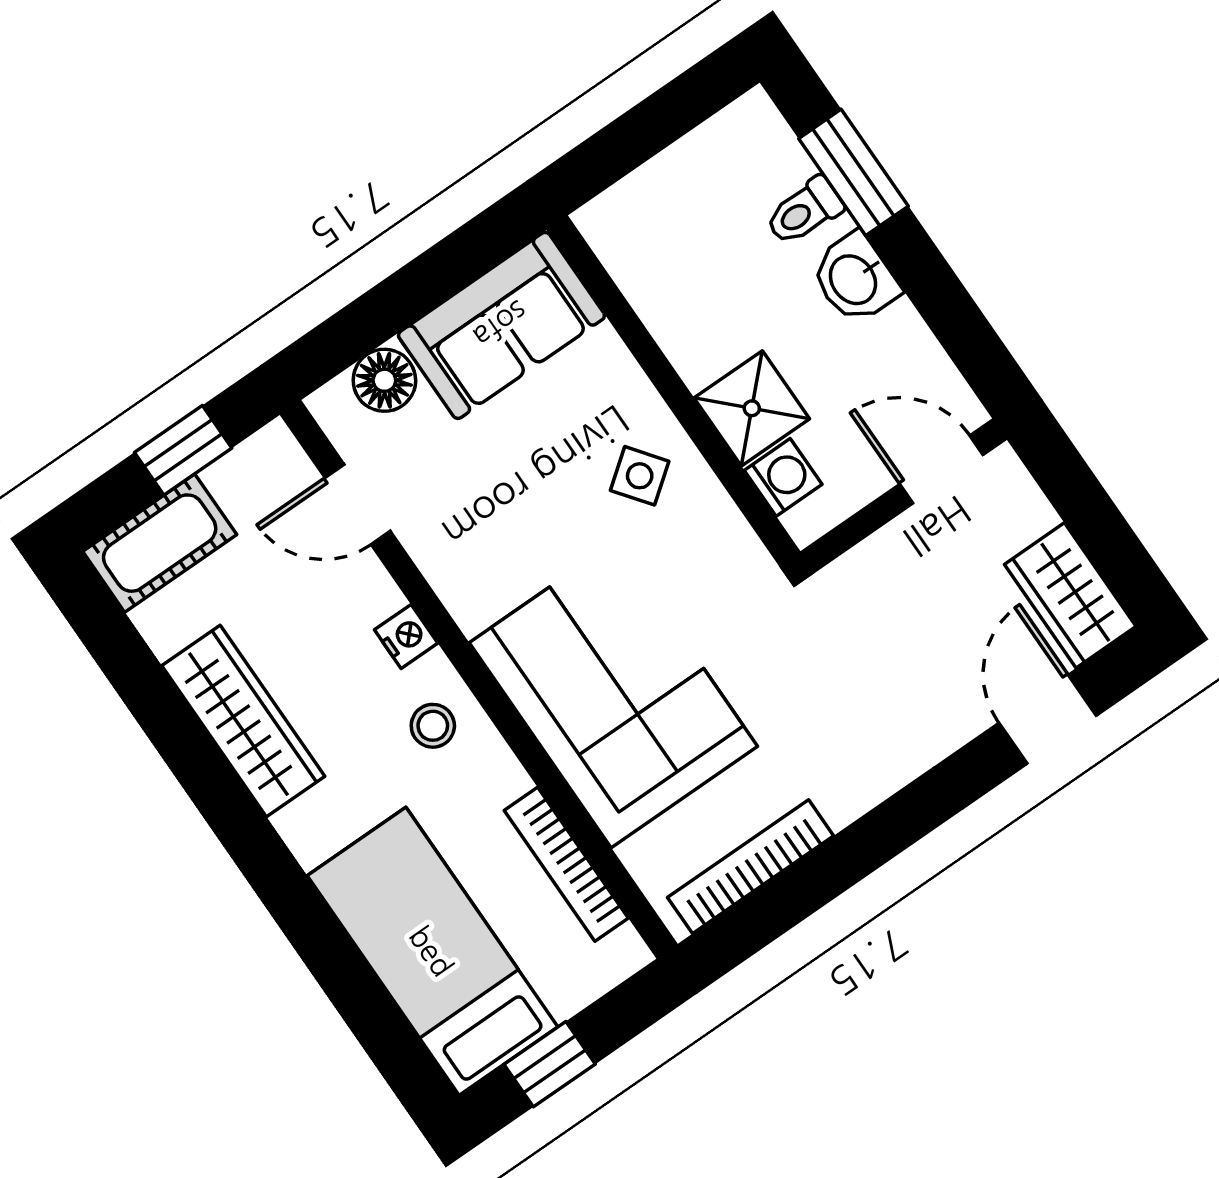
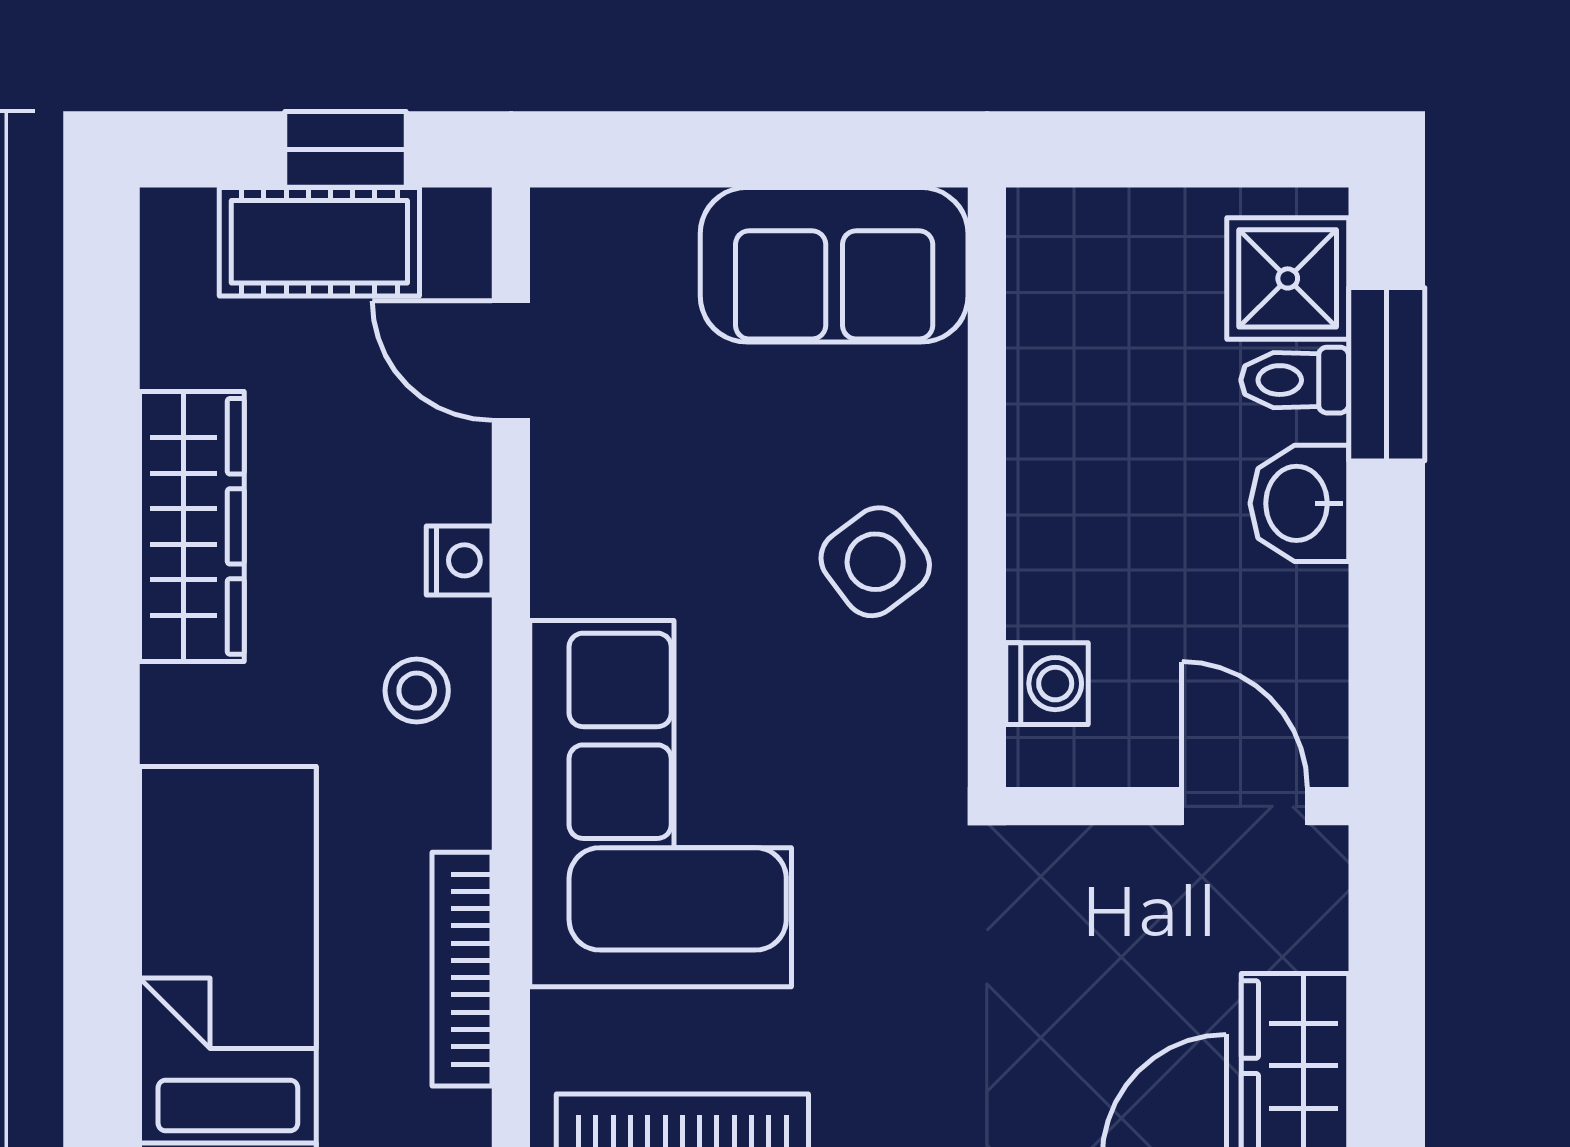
floor lamp: (384, 380) -> (647, 233), removed
shower: (752, 408) -> (1288, 278), moved
side table: (640, 476) -> (875, 562), width x1.37, depth x1.37
cot: (160, 543) -> (319, 242), moved

